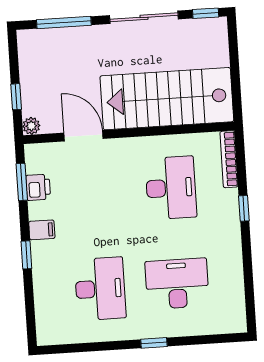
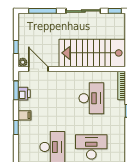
door: (83, 136) -> (38, 69), moved

